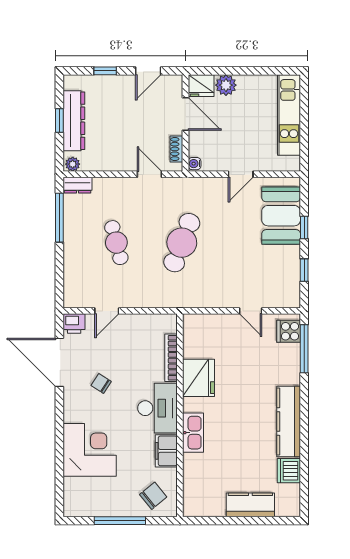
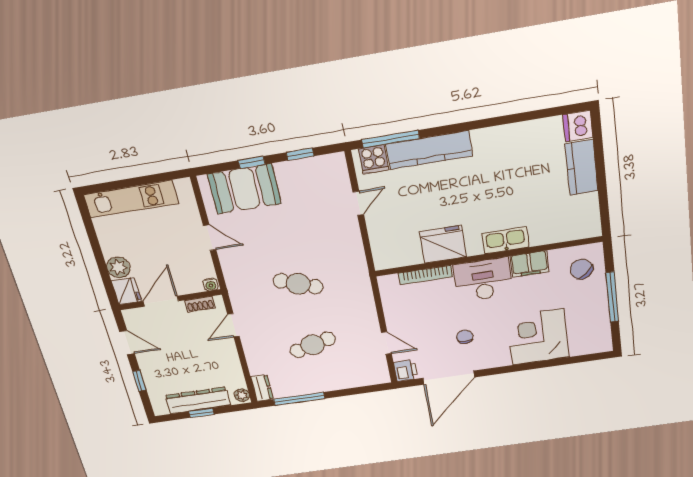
cafe table: (182, 243) -> (298, 284), width x0.73, depth x0.74
chair: (101, 383) -> (465, 337), turned 147
kitchen counter: (289, 422) -> (429, 150), moved
dishwasher: (289, 471) -> (578, 126), moved, turned 90

